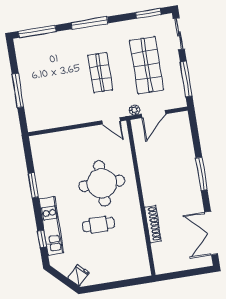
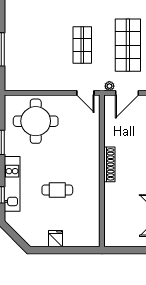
round table: (102, 183) -> (36, 121), moved
shoe rack: (153, 224) -> (109, 164), moved
fridge: (78, 275) -> (56, 239), moved, turned -45

